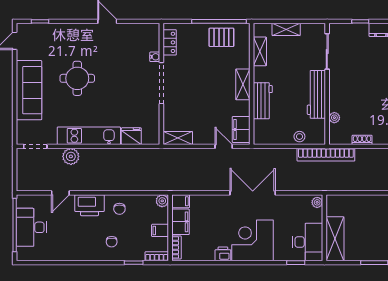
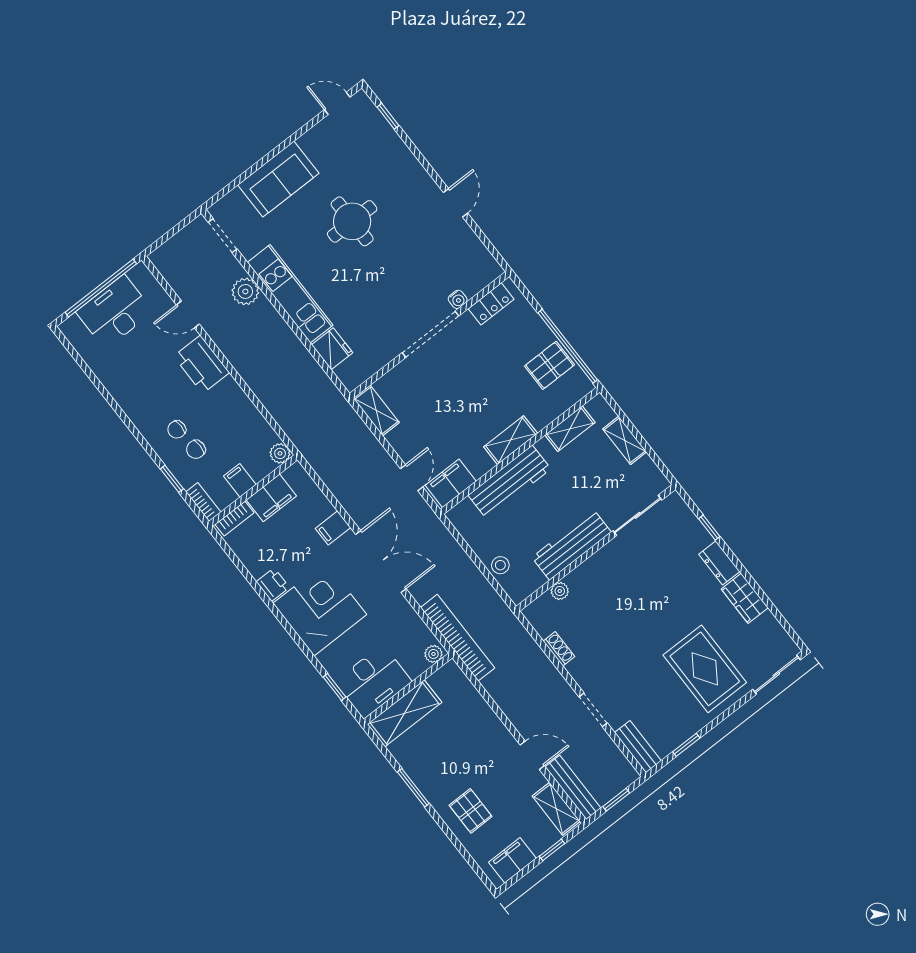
pallet: (221, 37) -> (549, 365), turned 90
sofa: (29, 90) -> (278, 179), width x0.73
workbench: (263, 101) -> (509, 482), width x1.37
bookcase: (326, 155) -> (458, 638), moved, turned 180
filing cabinet: (181, 201) -> (333, 528), moved, turned 90
chair: (119, 209) -> (196, 449), moved

